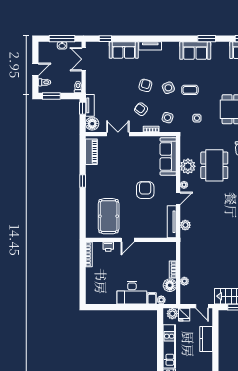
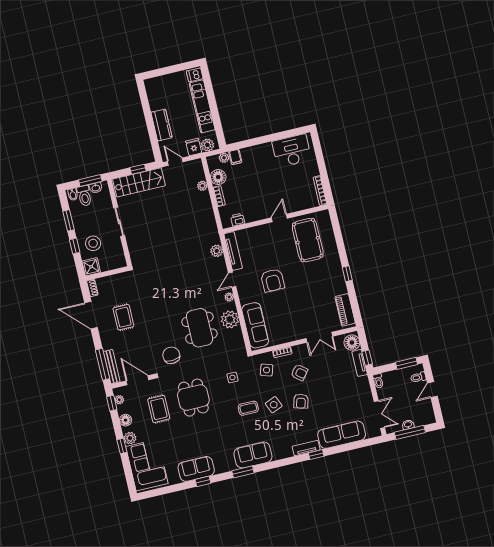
window: (105, 39) -> (316, 455), moved
sofa: (124, 50) -> (342, 435), width x1.36
printer: (108, 247) -> (238, 220), moved
desk: (132, 293) -> (292, 151), moved

